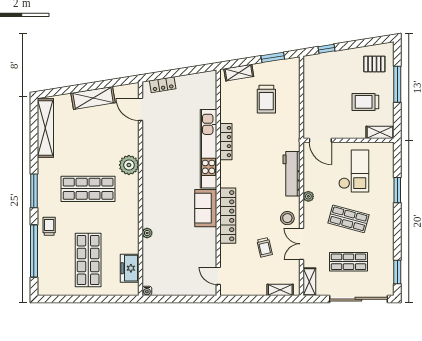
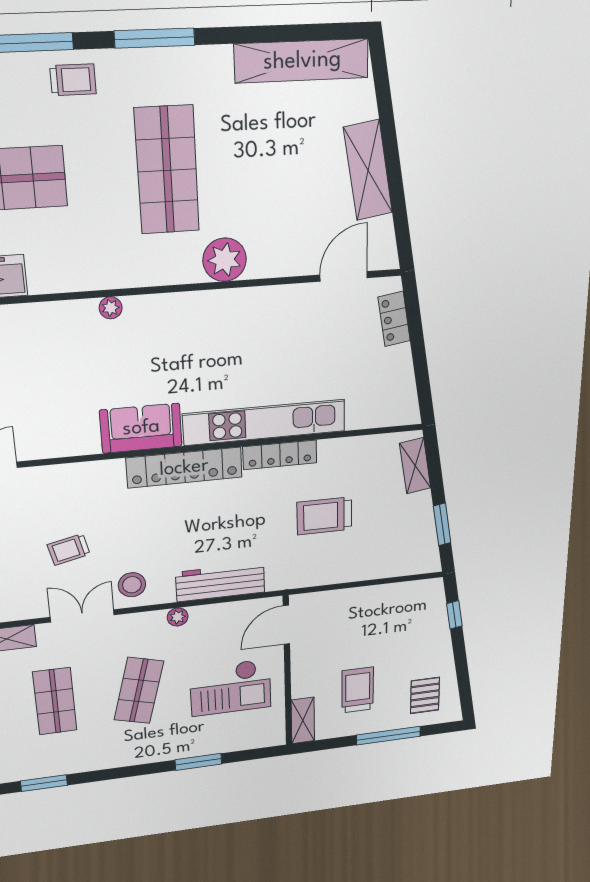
trolley: (266, 99) -> (324, 516), moved
locker: (228, 216) -> (184, 468), moved
plant: (147, 233) -> (111, 308), moved

